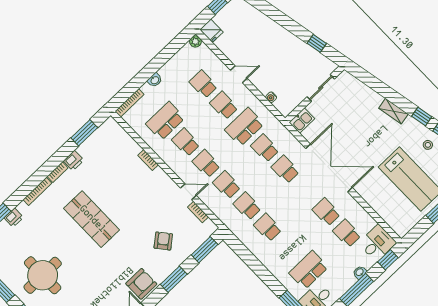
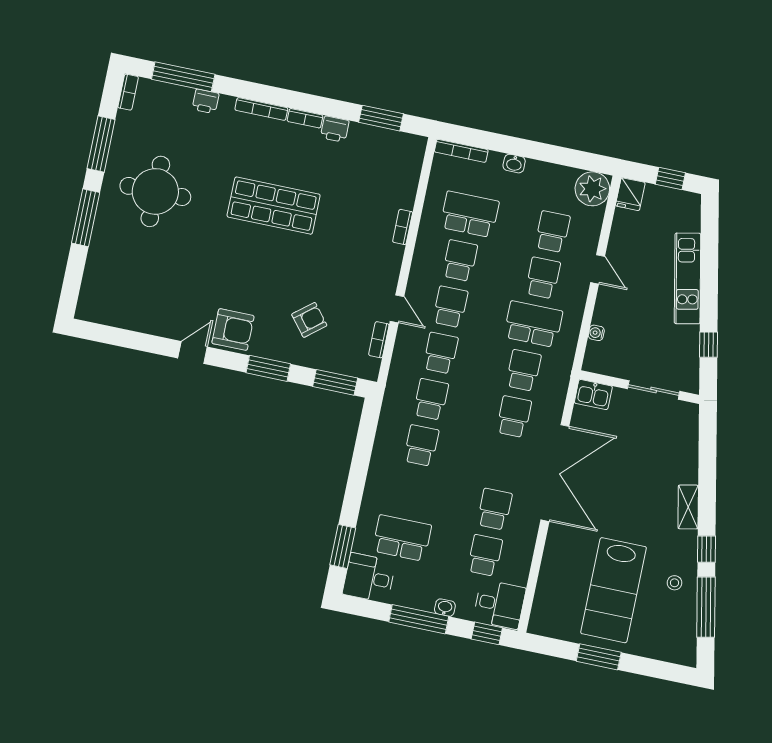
kitchen unit: (275, 31) -> (688, 278), added
plant: (195, 41) -> (592, 189), width x1.87, depth x1.87
shop shelf: (92, 219) -> (274, 206), turned 90

